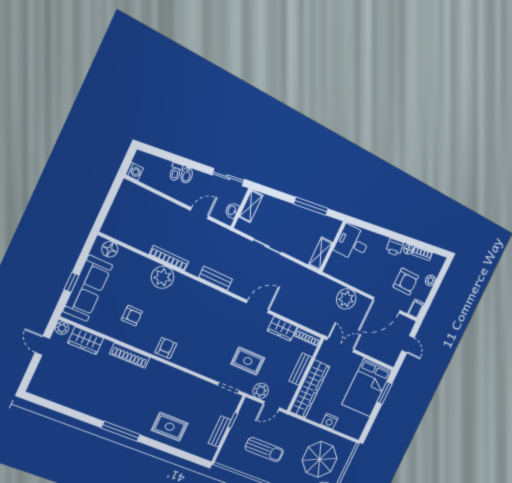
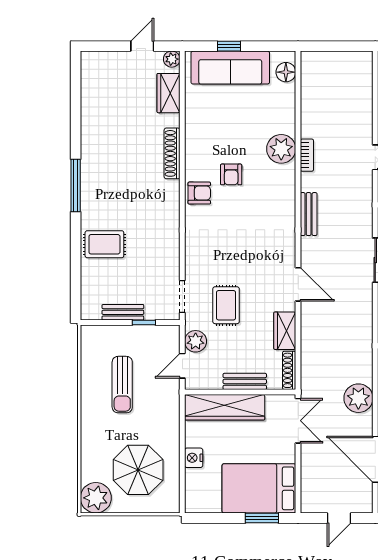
bookcase: (169, 258) -> (307, 155), width x0.64
armchair: (132, 316) -> (231, 174), moved
door: (271, 406) -> (182, 366), hinge flipped
rug: (170, 427) -> (104, 244), turned 90

